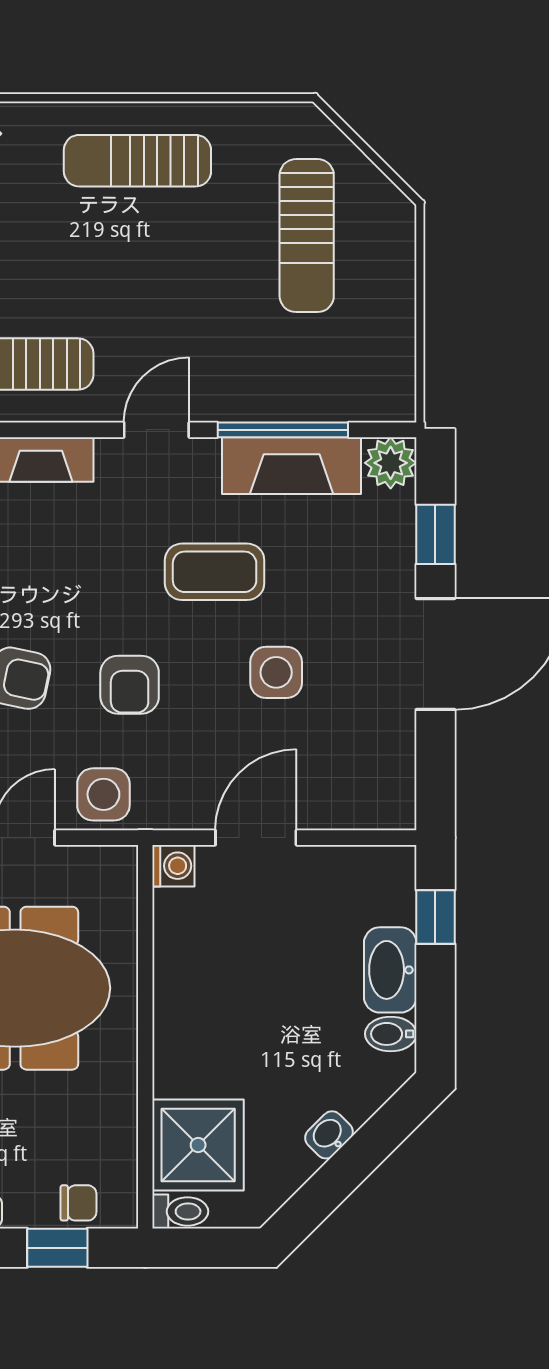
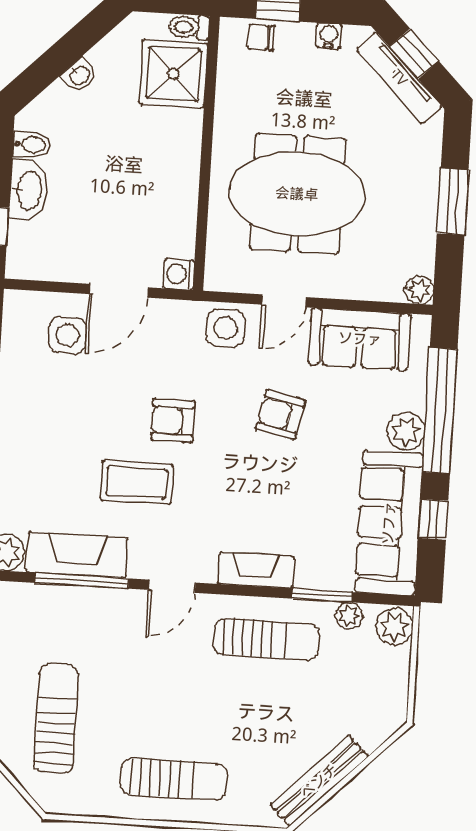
side table: (276, 672) -> (68, 335), moved
armchair: (130, 685) -> (173, 421), moved, turned -90

